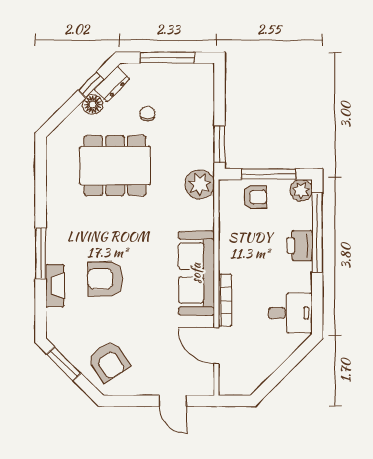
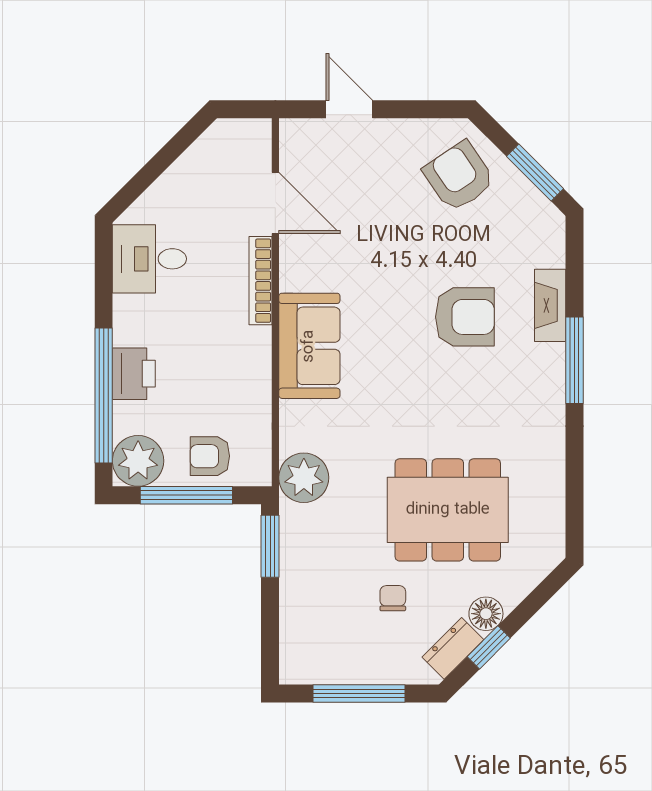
chair: (147, 114) -> (393, 598), turned 180
plant: (301, 190) -> (138, 461), width x1.36, depth x1.36
sofa: (196, 273) -> (309, 346), width x0.73

